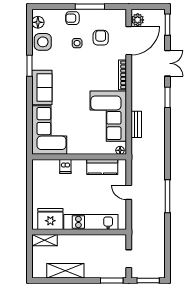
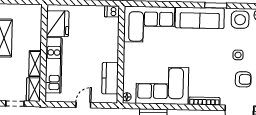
sofa: (42, 87) -> (200, 18), width x1.36
dishwasher: (65, 166) -> (112, 11), moved
shelving: (45, 240) -> (35, 64), moved
wardrobe: (115, 241) -> (33, 90), added

